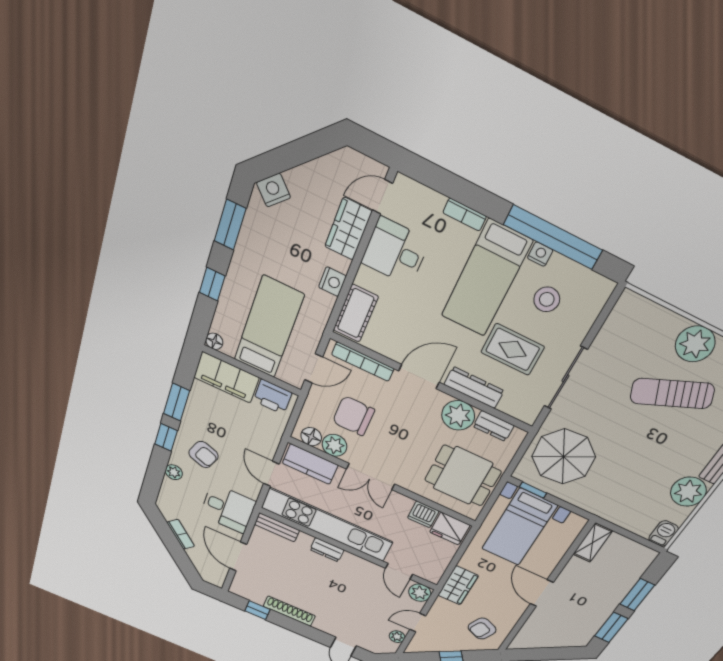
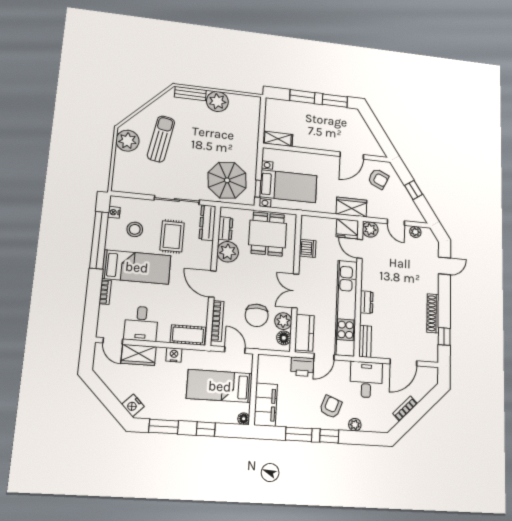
nightstand: (540, 254) -> (114, 212), moved
dresser: (474, 388) -> (207, 223), moved
sun lounger: (672, 393) -> (161, 139), turned -147
printer: (273, 397) -> (302, 367), moved, turned 90
double door: (371, 477) -> (295, 291), swing flipped
fridge: (450, 529) -> (347, 229), moved, turned 90
barbecue: (664, 533) -> (252, 102), removed
door: (399, 571) -> (360, 249), swing flipped
door: (542, 593) -> (352, 156), moved

